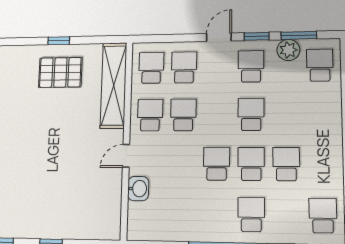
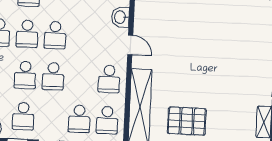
school desk: (183, 115) -> (53, 76), moved
door: (126, 156) -> (130, 45), hinge flipped

